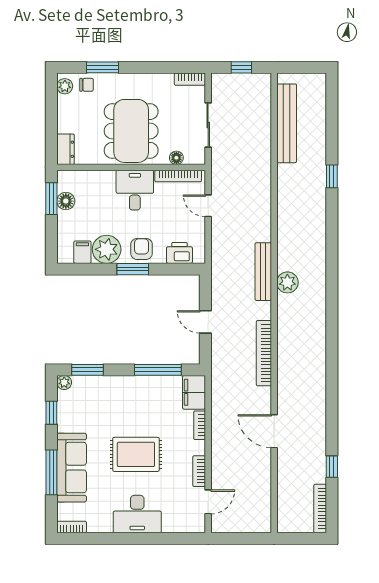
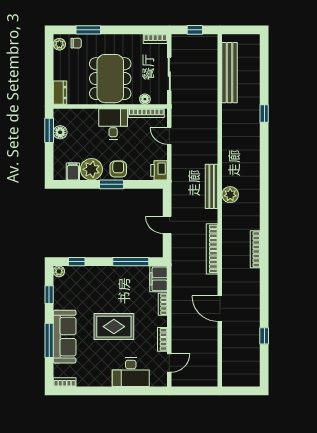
printer: (179, 253) -> (159, 170), moved, turned -90
window: (87, 370) -> (77, 262), width x0.67
bookcase: (320, 508) -> (255, 249), moved
desk: (137, 514) -> (131, 372), moved

